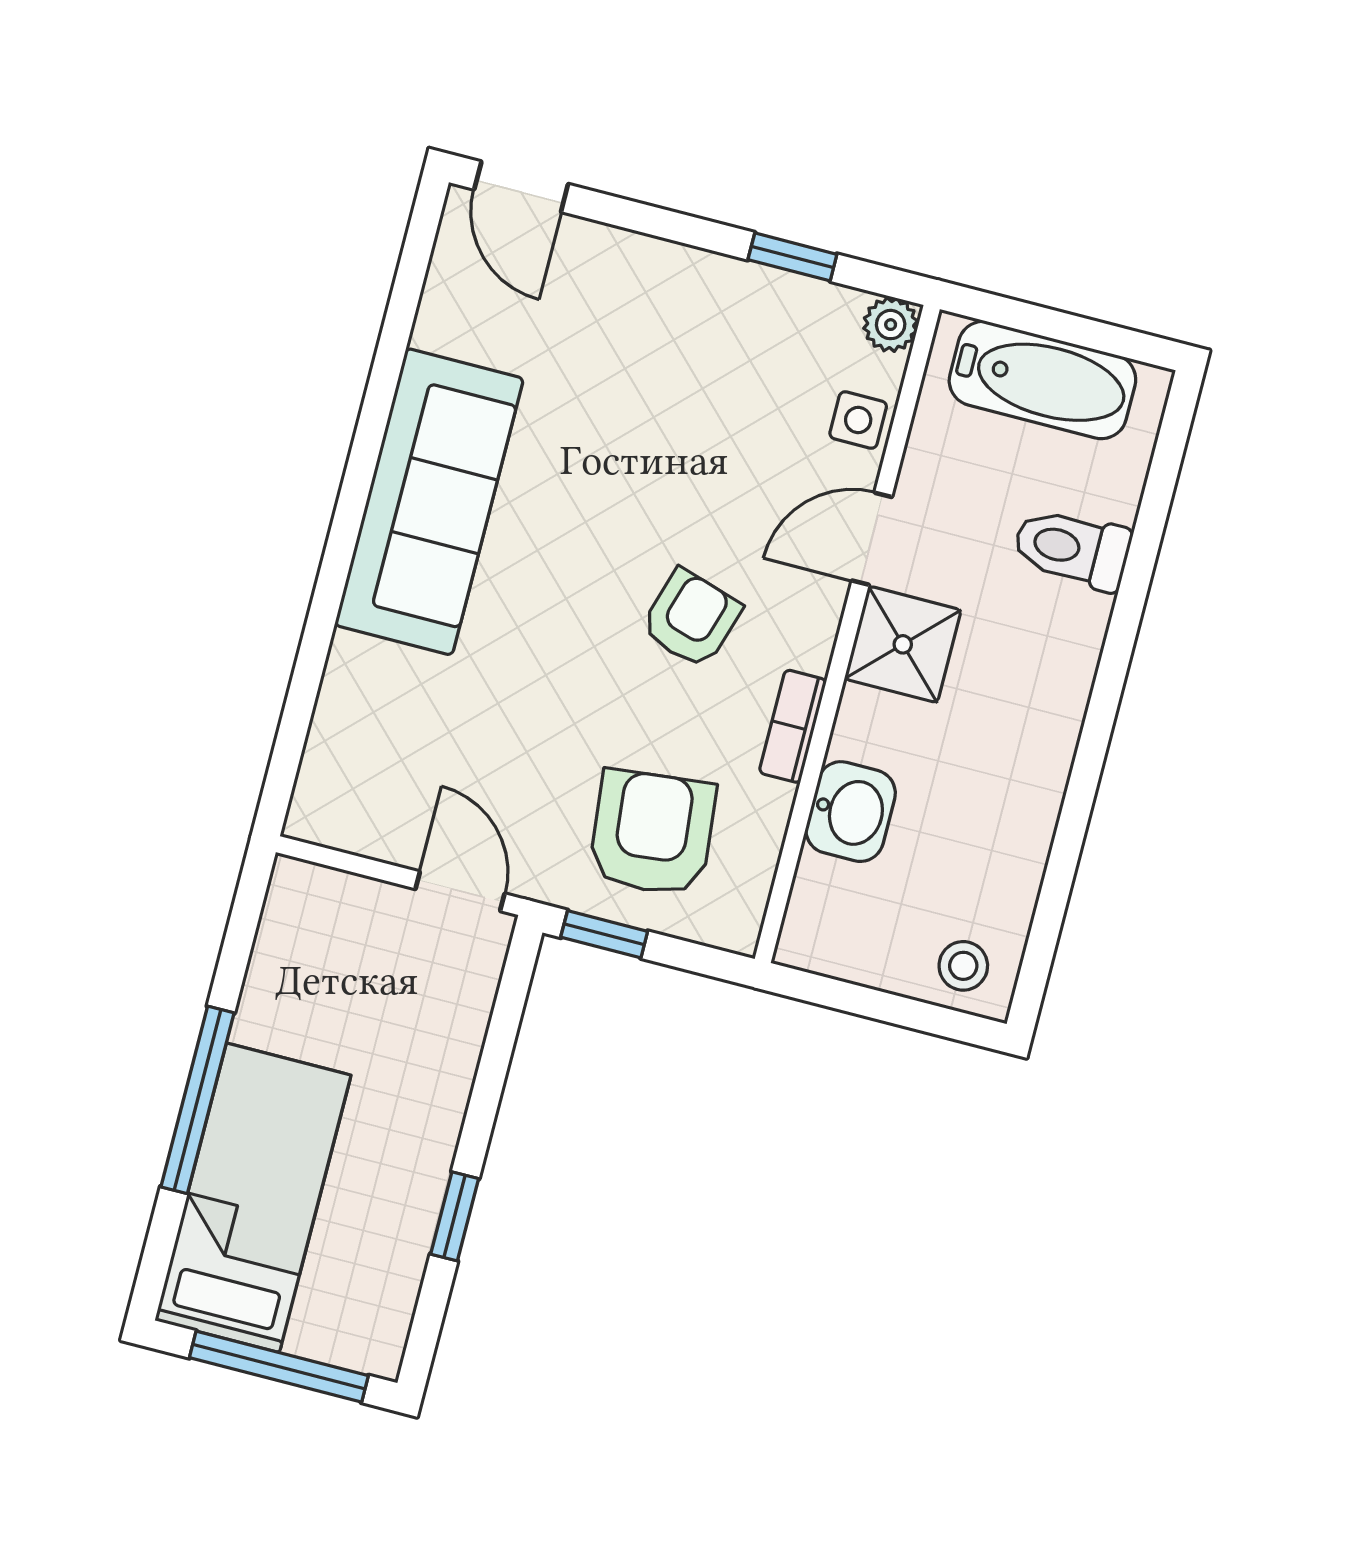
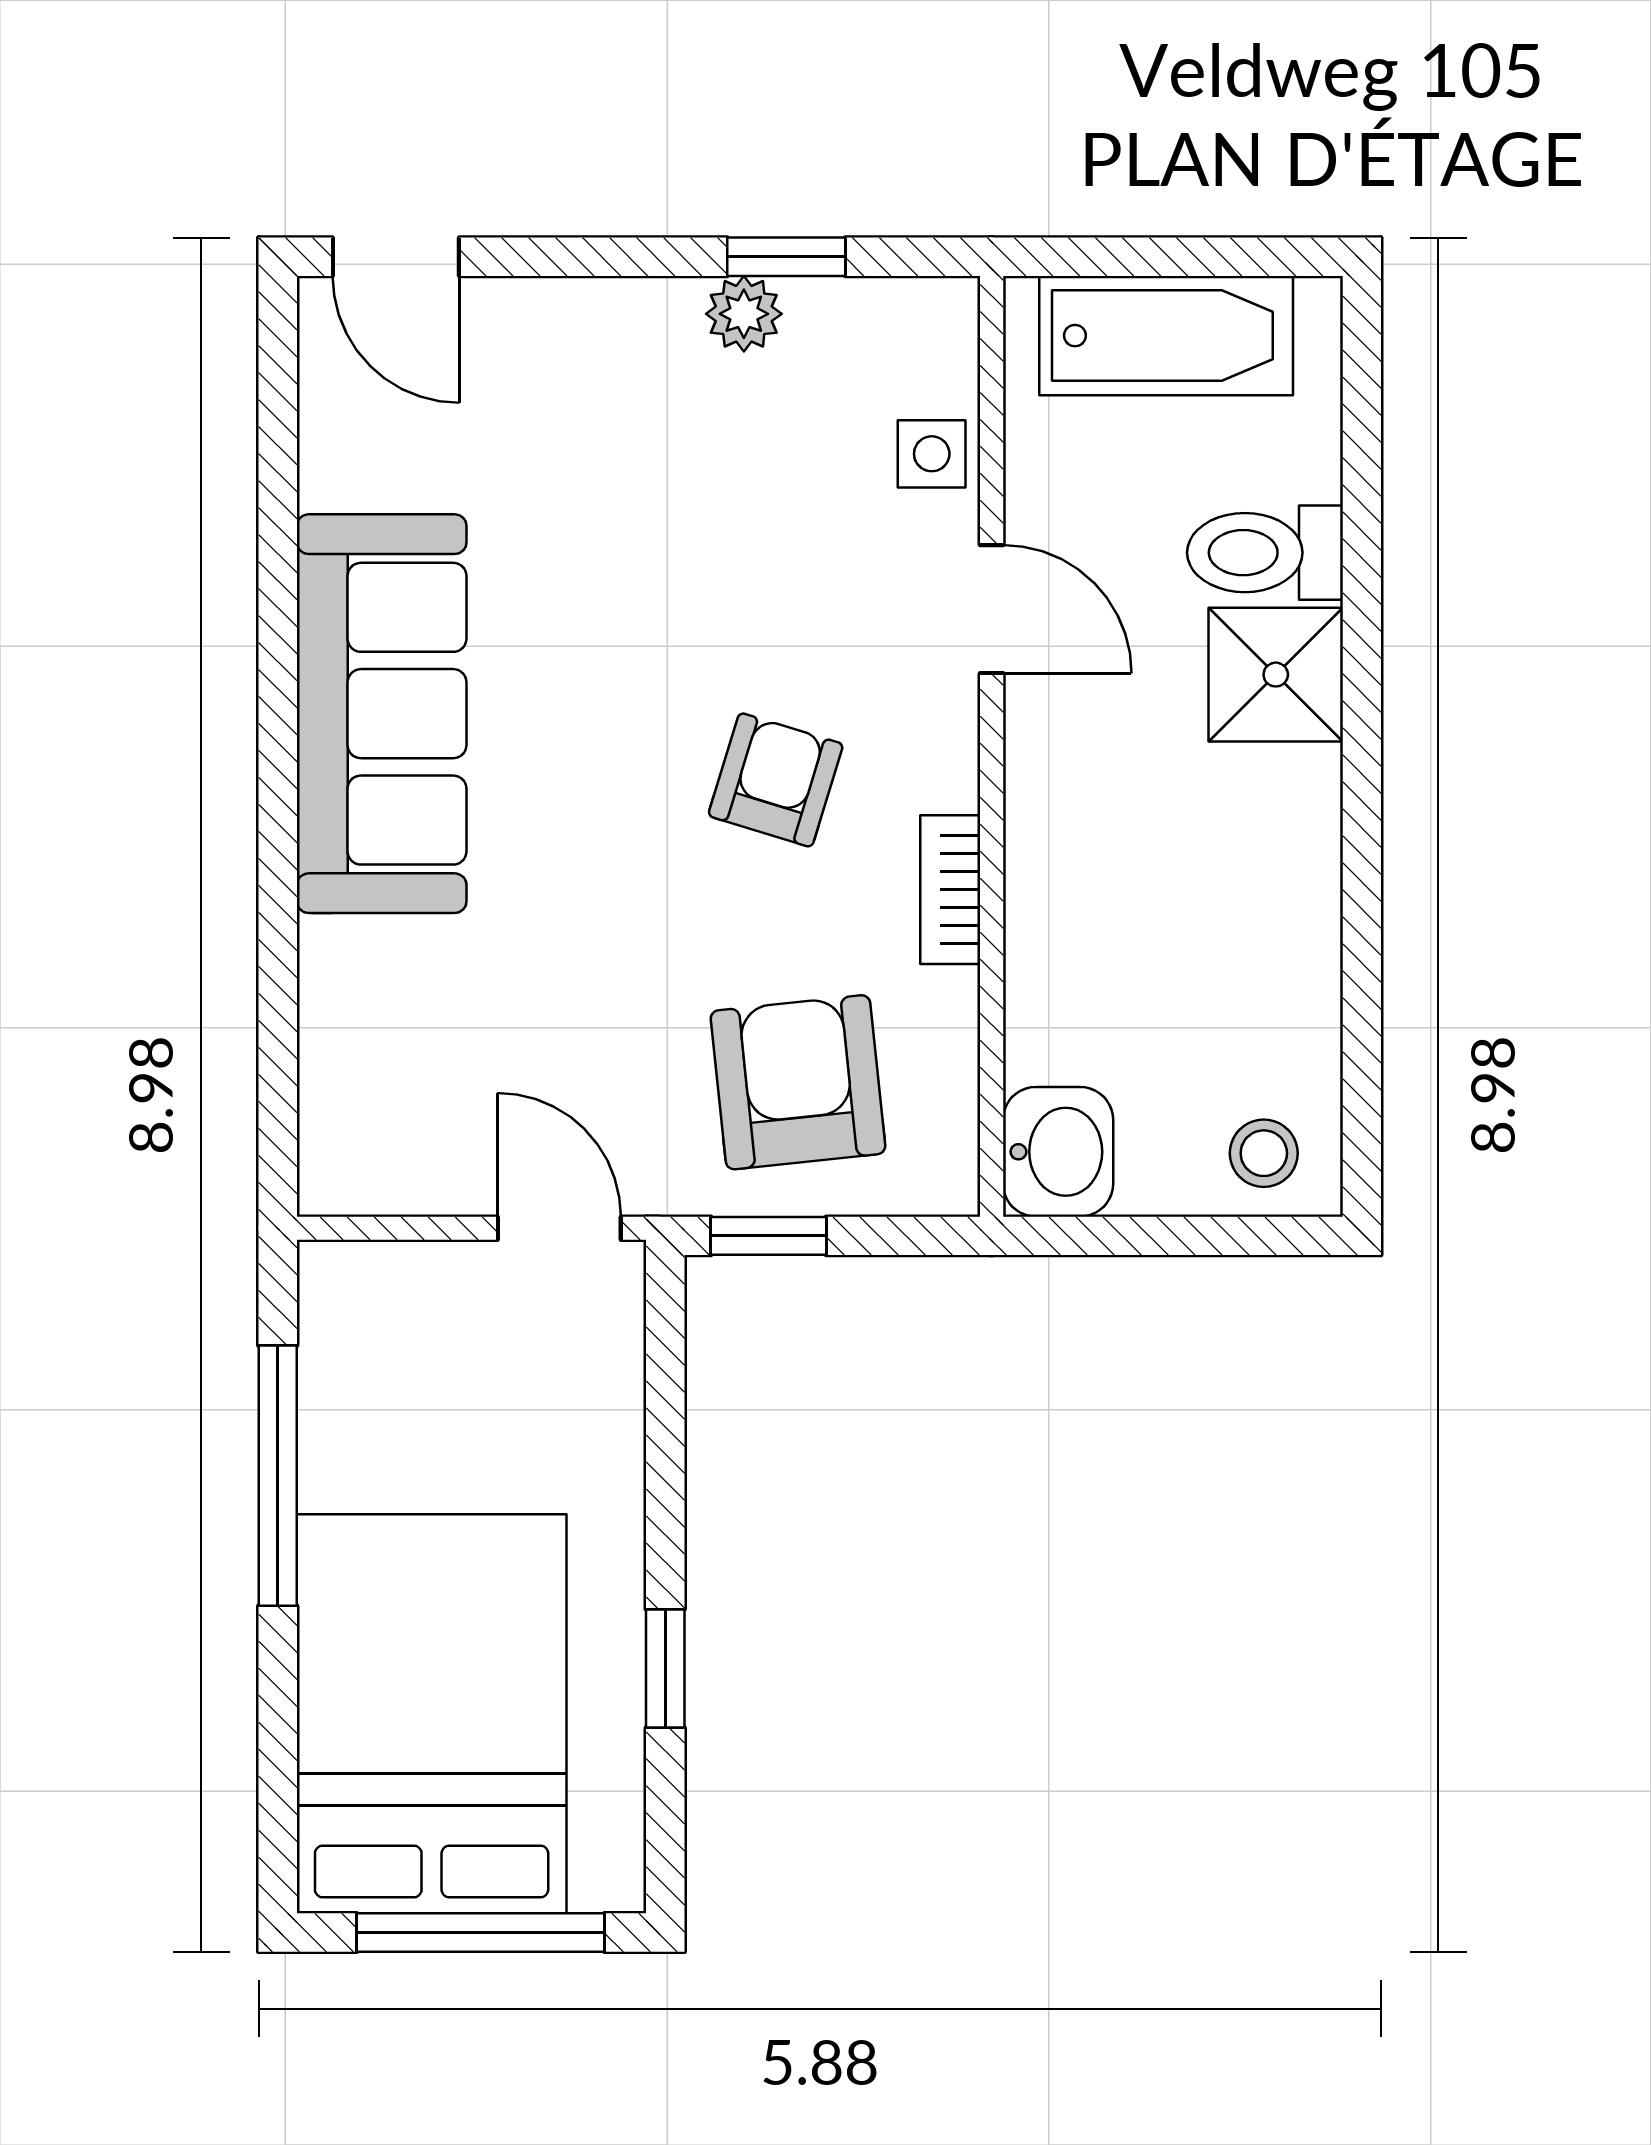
plant: (891, 325) -> (744, 314), moved
door: (872, 539) -> (992, 609), swing flipped
shower: (903, 644) -> (1276, 675), moved
washbasin: (851, 812) -> (1058, 1152), moved
window: (197, 1100) -> (278, 1476), moved
bed: (253, 1198) -> (432, 1714), width x1.50

